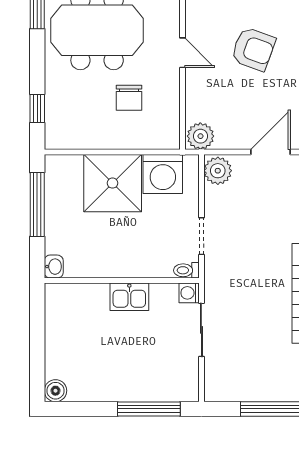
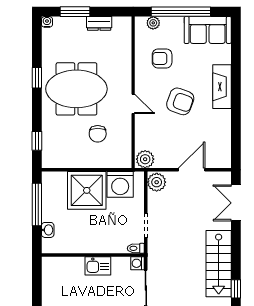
washbasin: (54, 267) -> (48, 230), moved

